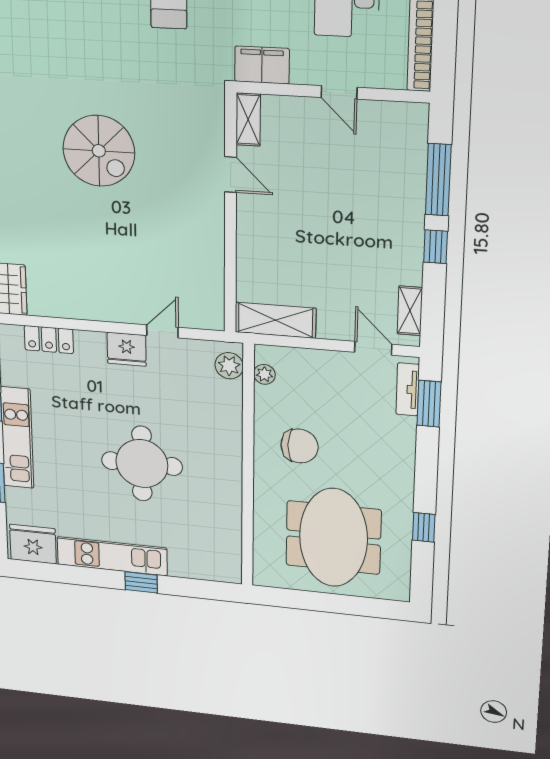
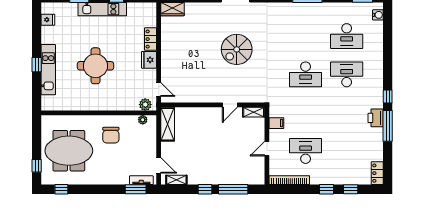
filing cabinet: (262, 65) -> (276, 123), width x0.50
door: (162, 331) -> (159, 89), moved
locker: (49, 340) -> (150, 39), moved
door: (373, 348) -> (159, 165), hinge flipped
window: (424, 527) -> (61, 189), moved
fridge: (33, 544) -> (48, 20), width x0.53, depth x0.75
kitchen unit: (112, 556) -> (48, 70), moved
window: (366, 607) -> (37, 166), added

